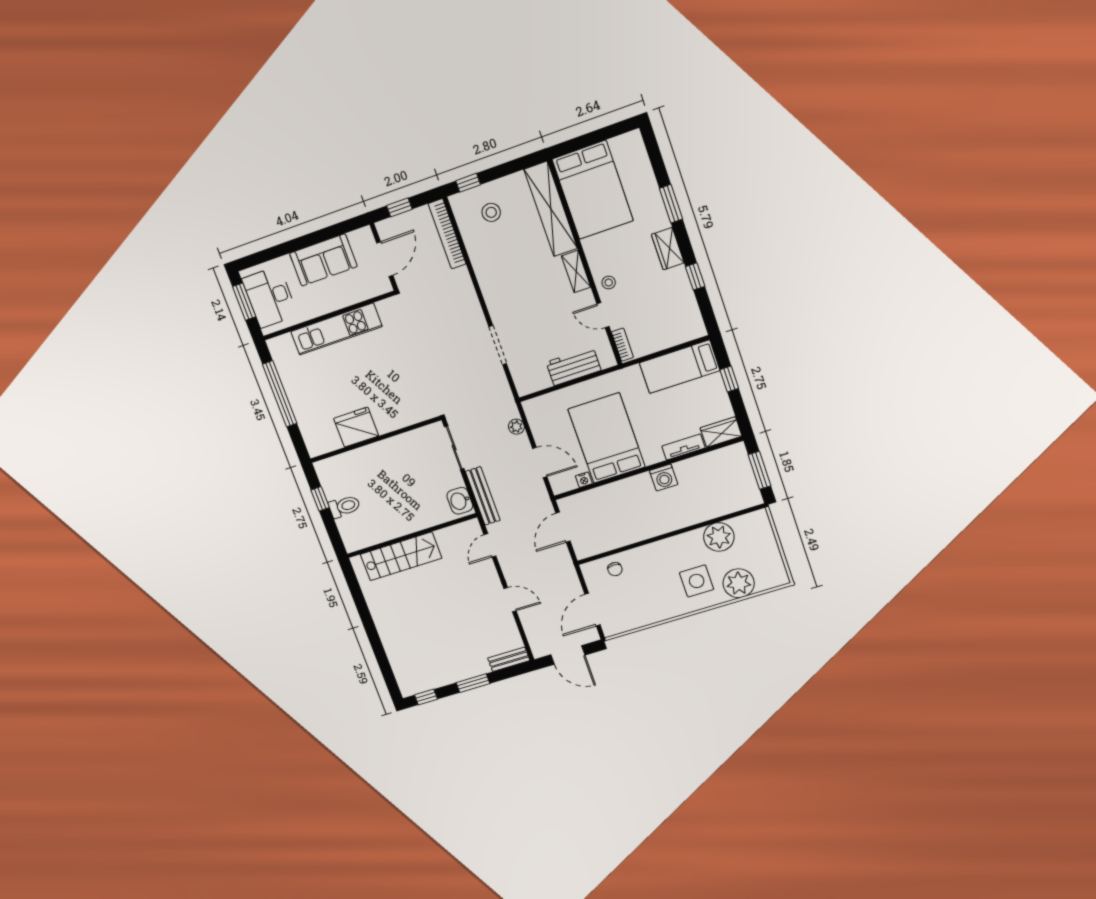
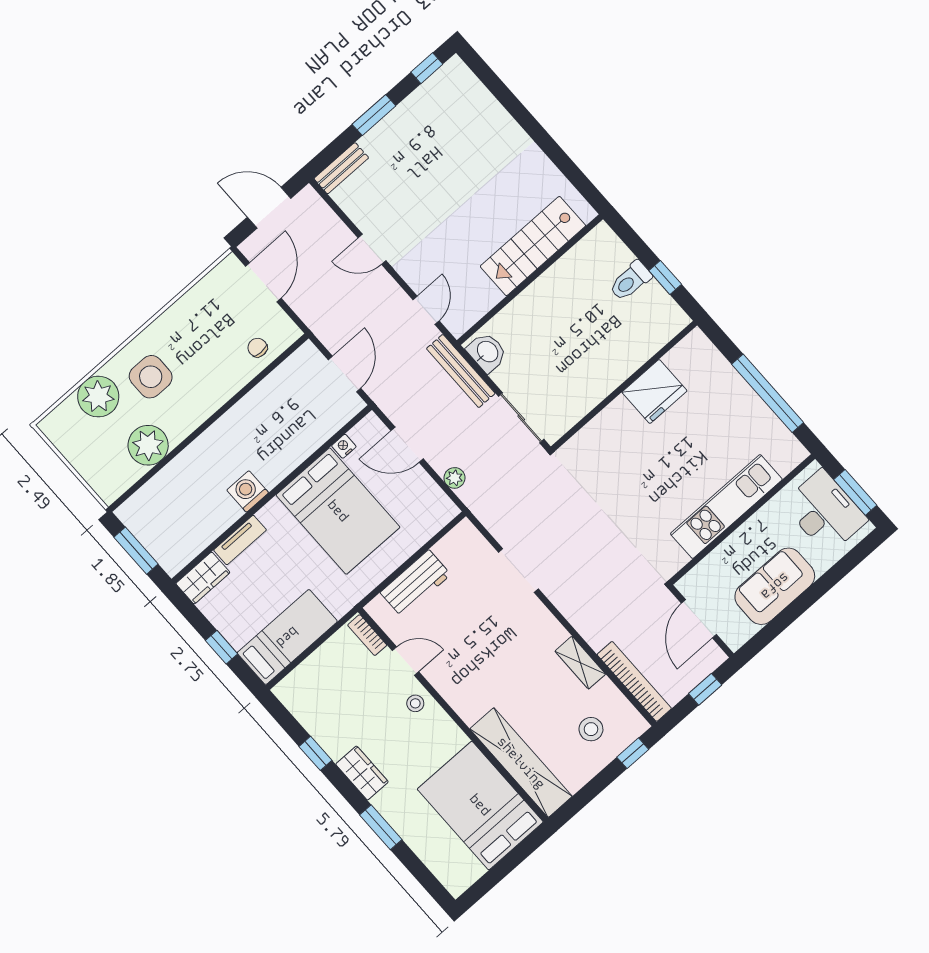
shelving: (576, 271) -> (580, 663), moved

